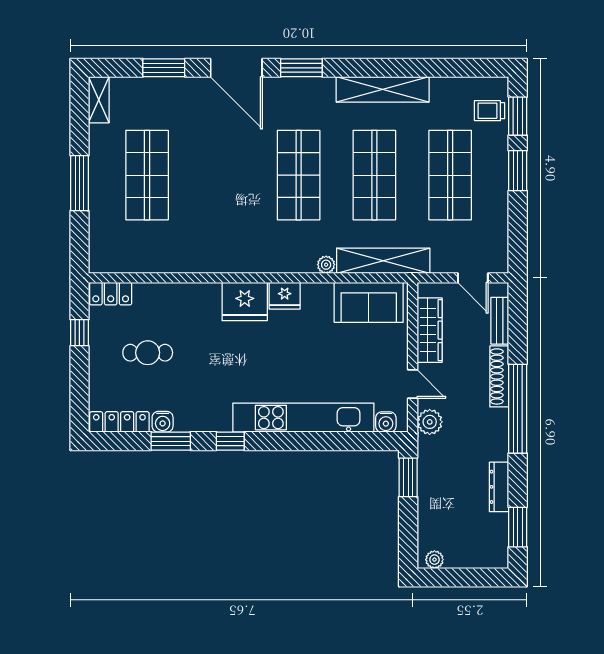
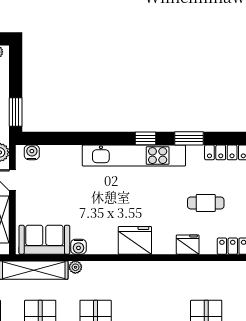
fridge: (285, 296) -> (188, 245), moved
kitchen unit: (303, 418) -> (134, 156), moved
water cooler: (163, 422) -> (78, 247), moved, turned 180

